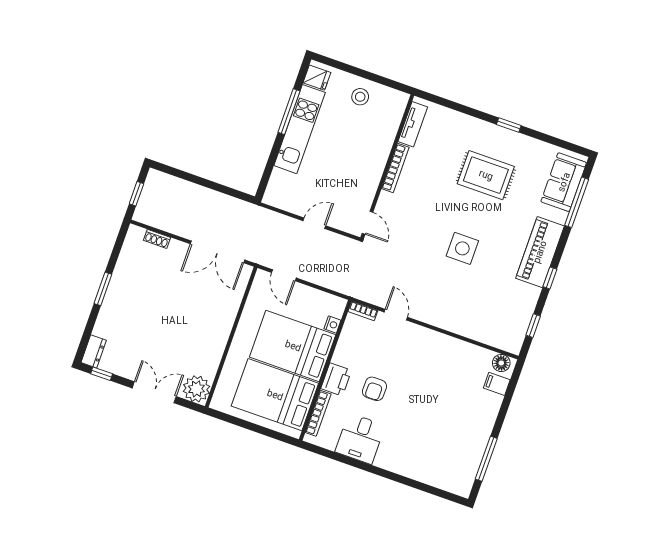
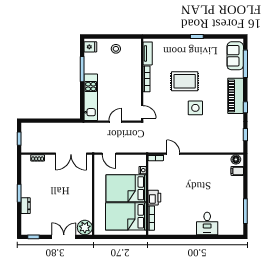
kitchen unit: (300, 129) -> (91, 97), moved
rug: (486, 175) -> (185, 81), moved
dresser: (94, 351) -> (26, 206), moved
armchair: (374, 389) -> (176, 195), removed
desk: (360, 439) -> (207, 223), moved

